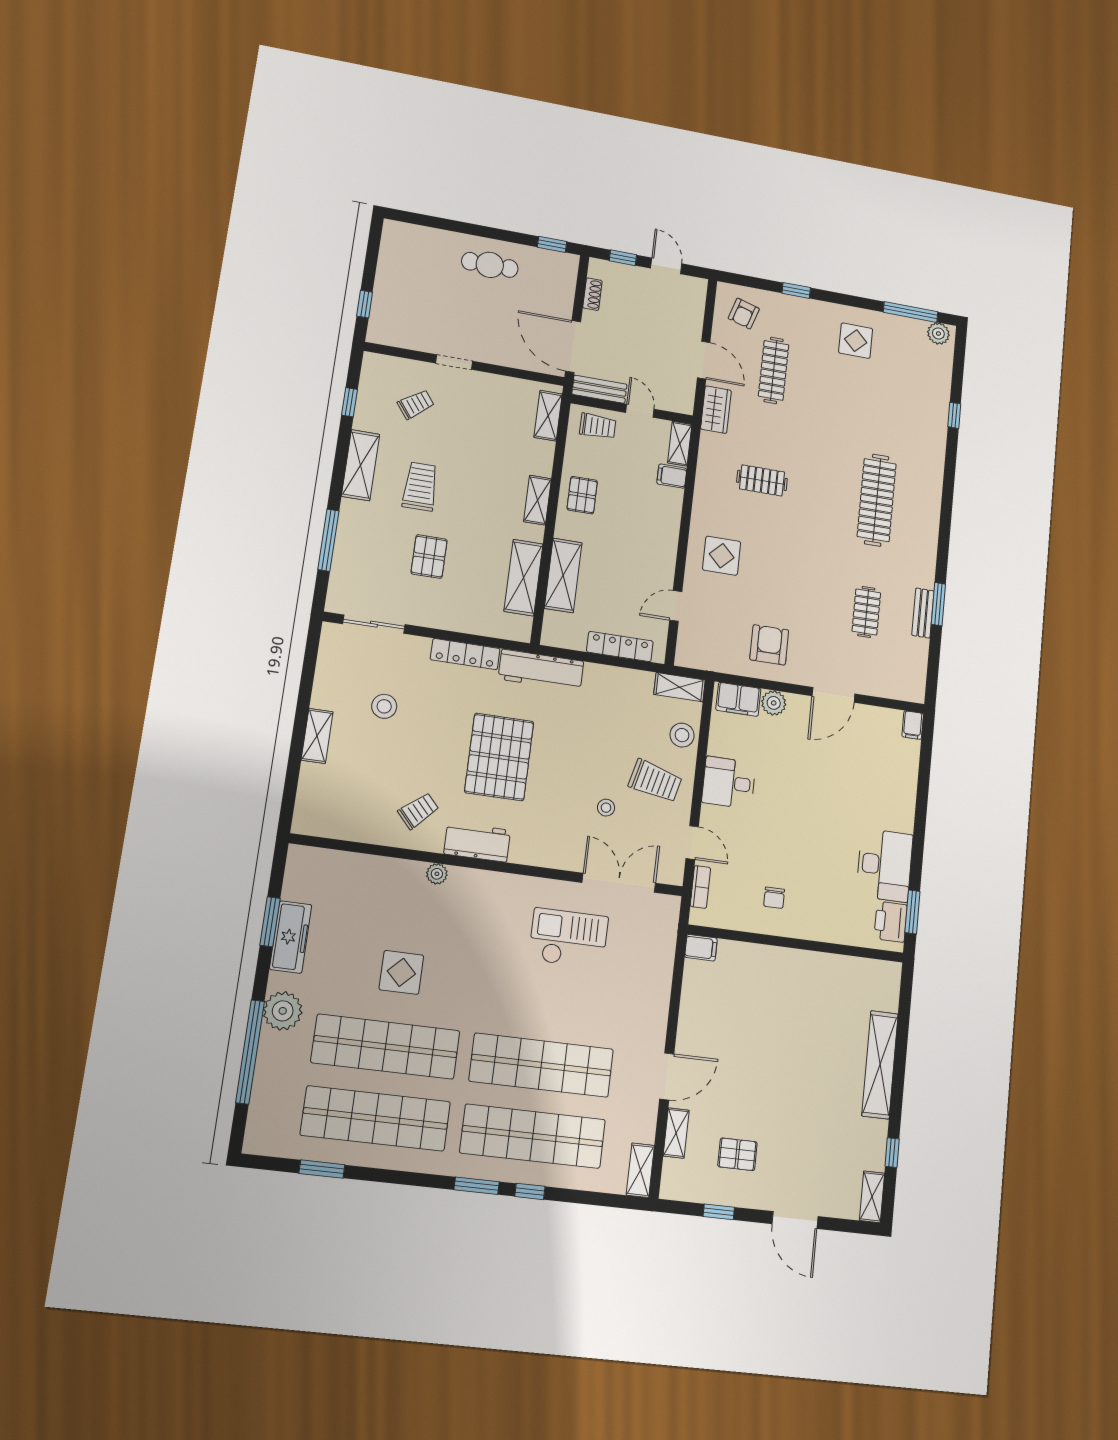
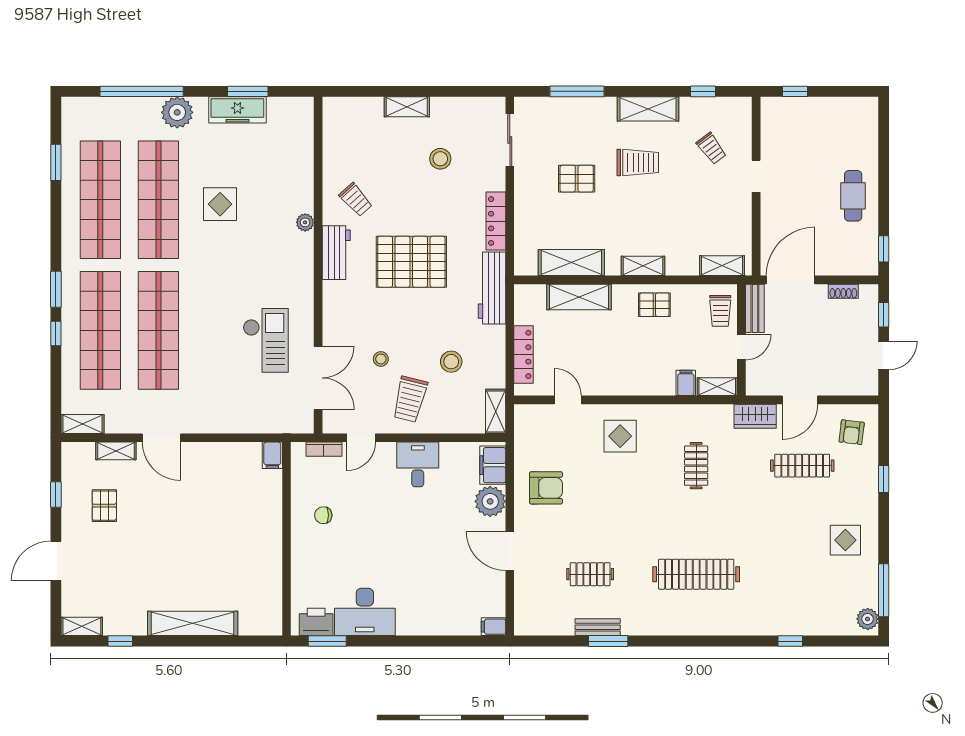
armchair: (744, 314) -> (852, 432), turned -100
plant: (774, 703) -> (490, 501), width x1.36, depth x1.36
stool: (682, 735) -> (451, 362), moved

